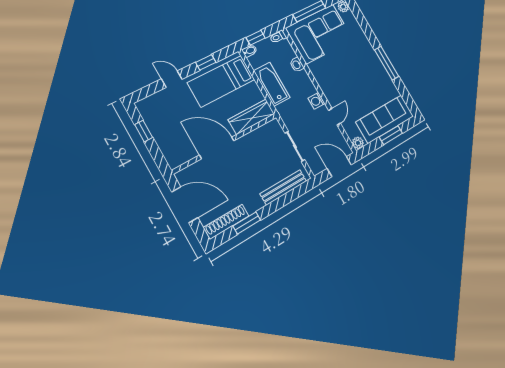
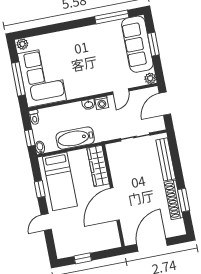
window: (387, 63) -> (112, 17), moved
washbasin: (297, 65) -> (89, 104), moved
door: (334, 117) -> (121, 91), swing flipped
shoe rack: (226, 222) -> (174, 200), moved

